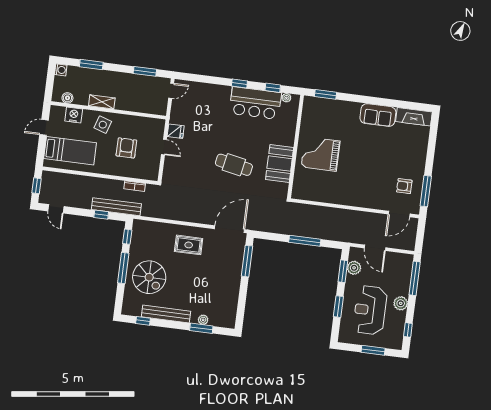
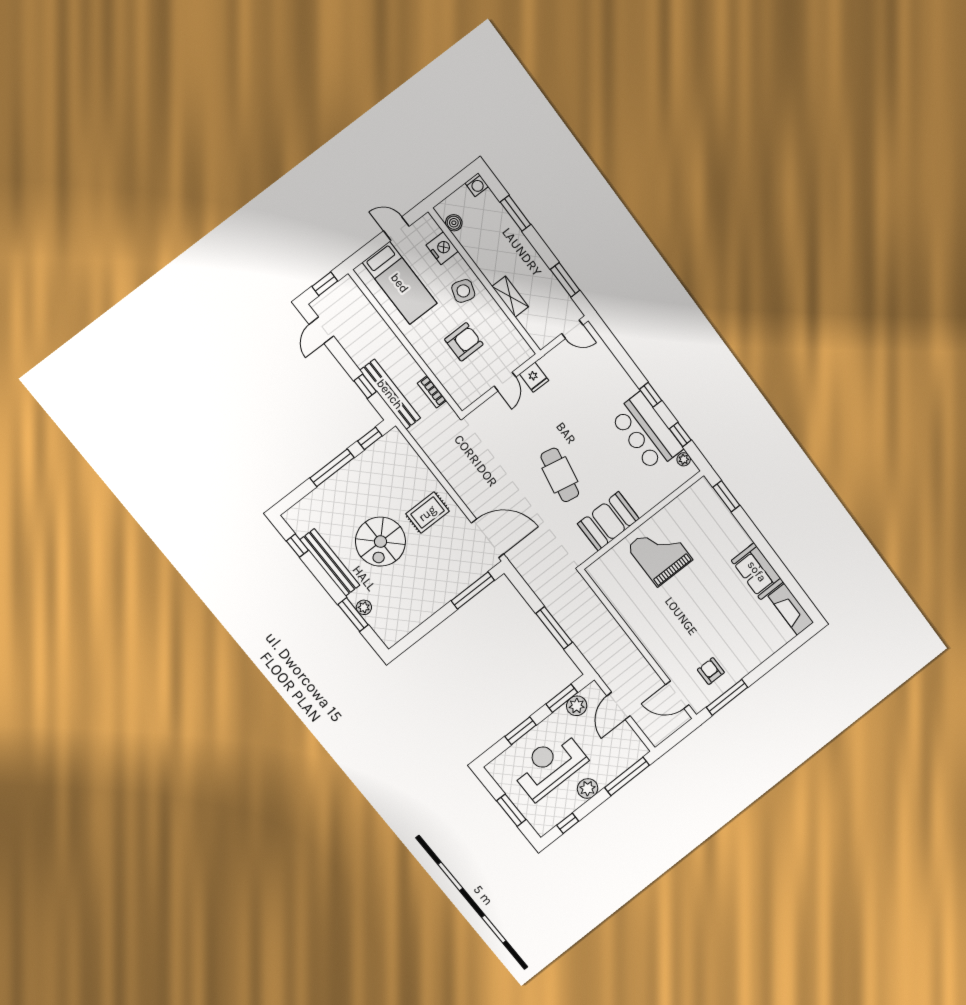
shelving: (102, 102) -> (510, 297), moved
rug: (189, 245) -> (427, 513), turned 90
spiral stairs: (149, 277) -> (381, 542), moved

